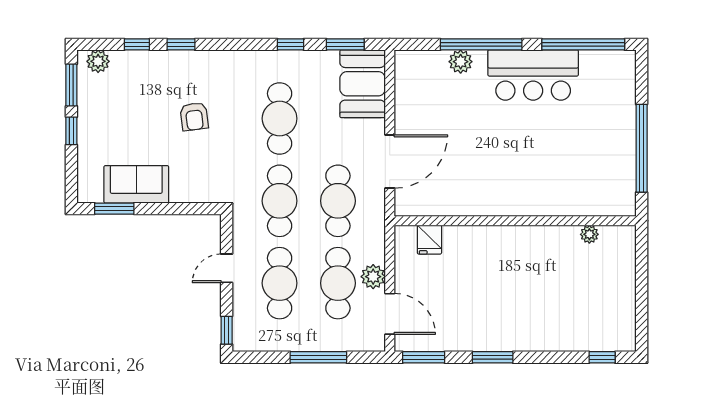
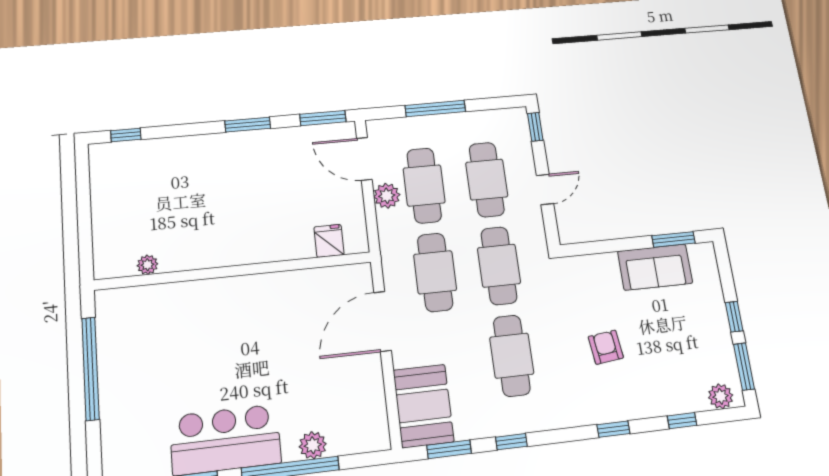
window: (181, 44) -> (613, 429), moved

